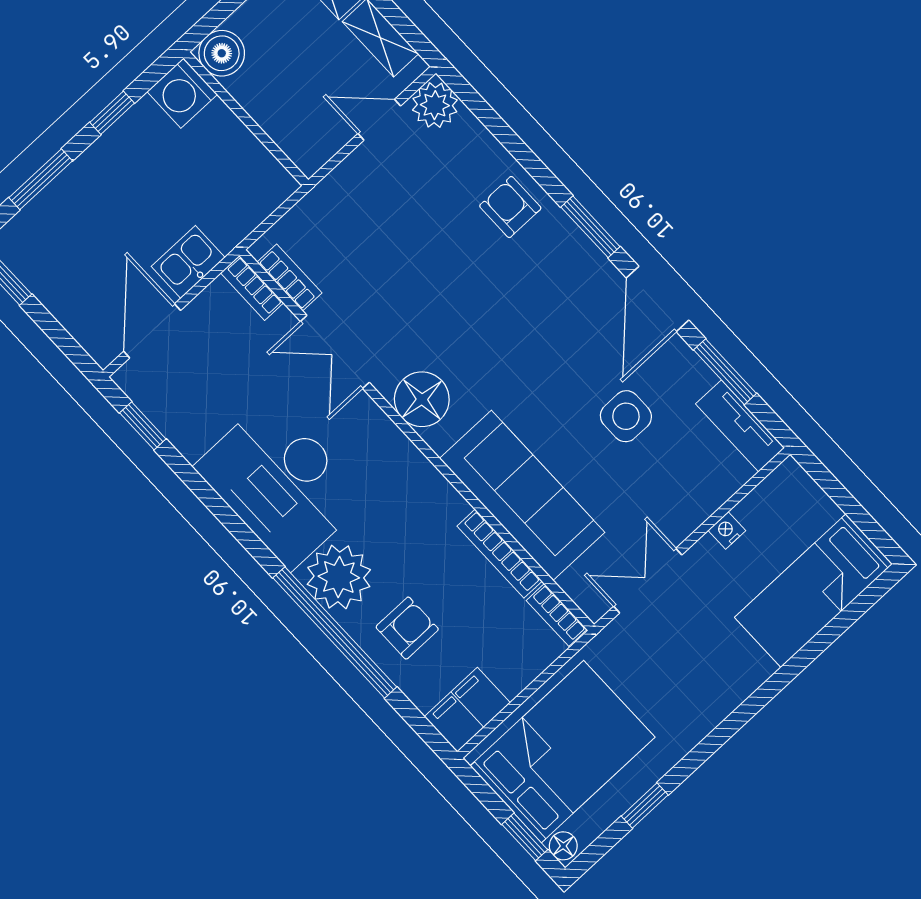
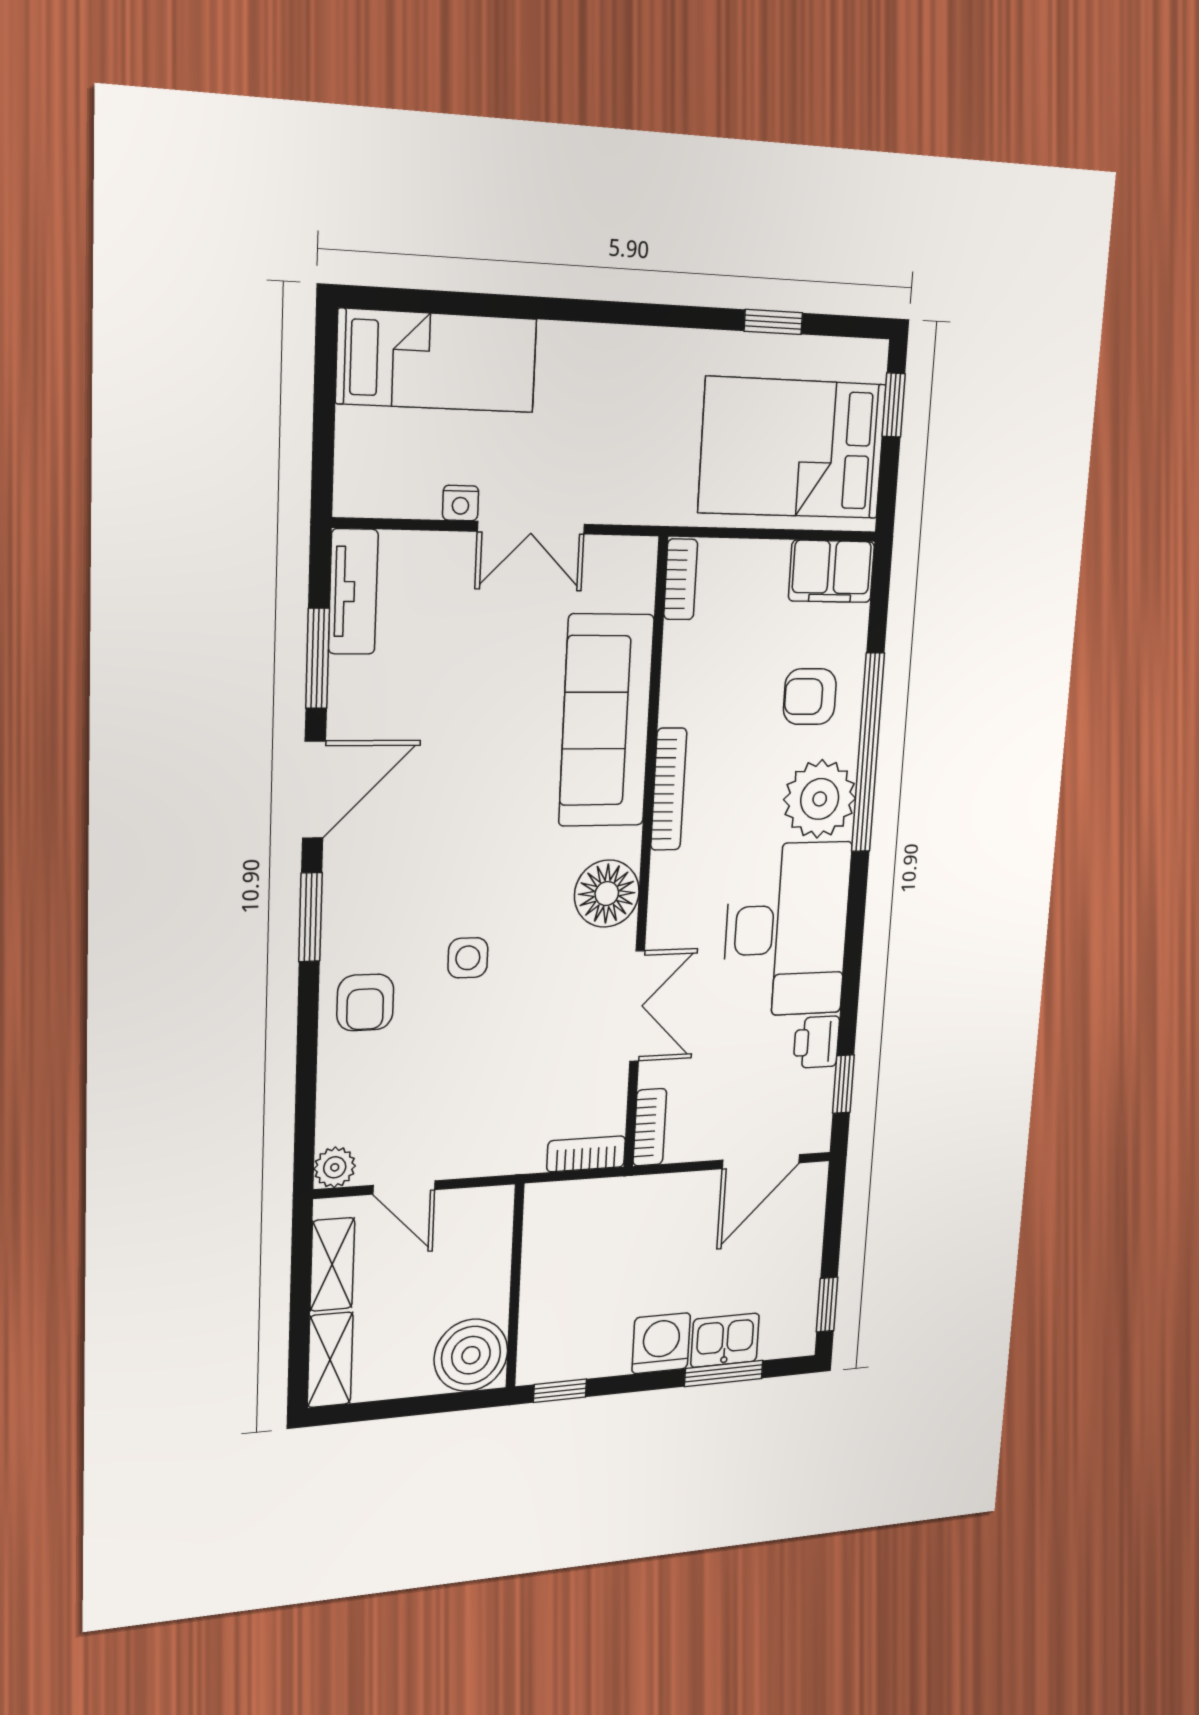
boiler: (222, 53) -> (471, 1355), width x1.37, depth x1.37
washing machine: (182, 93) -> (661, 1343), moved, turned -90
plant: (435, 105) -> (335, 1167), width x0.73, depth x0.73
window: (112, 113) -> (560, 1391), moved
kitchen sink: (188, 262) -> (725, 1340), moved, turned 180
bookcase: (290, 277) -> (586, 1154), moved, turned 90
side table: (626, 416) -> (468, 958), moved, width x0.73, depth x0.73
printer: (189, 435) -> (816, 1042), added
bookcase: (500, 554) -> (669, 789), moved
double door: (648, 581) -> (531, 528), moved
floor lamp: (563, 846) -> (872, 362), removed

